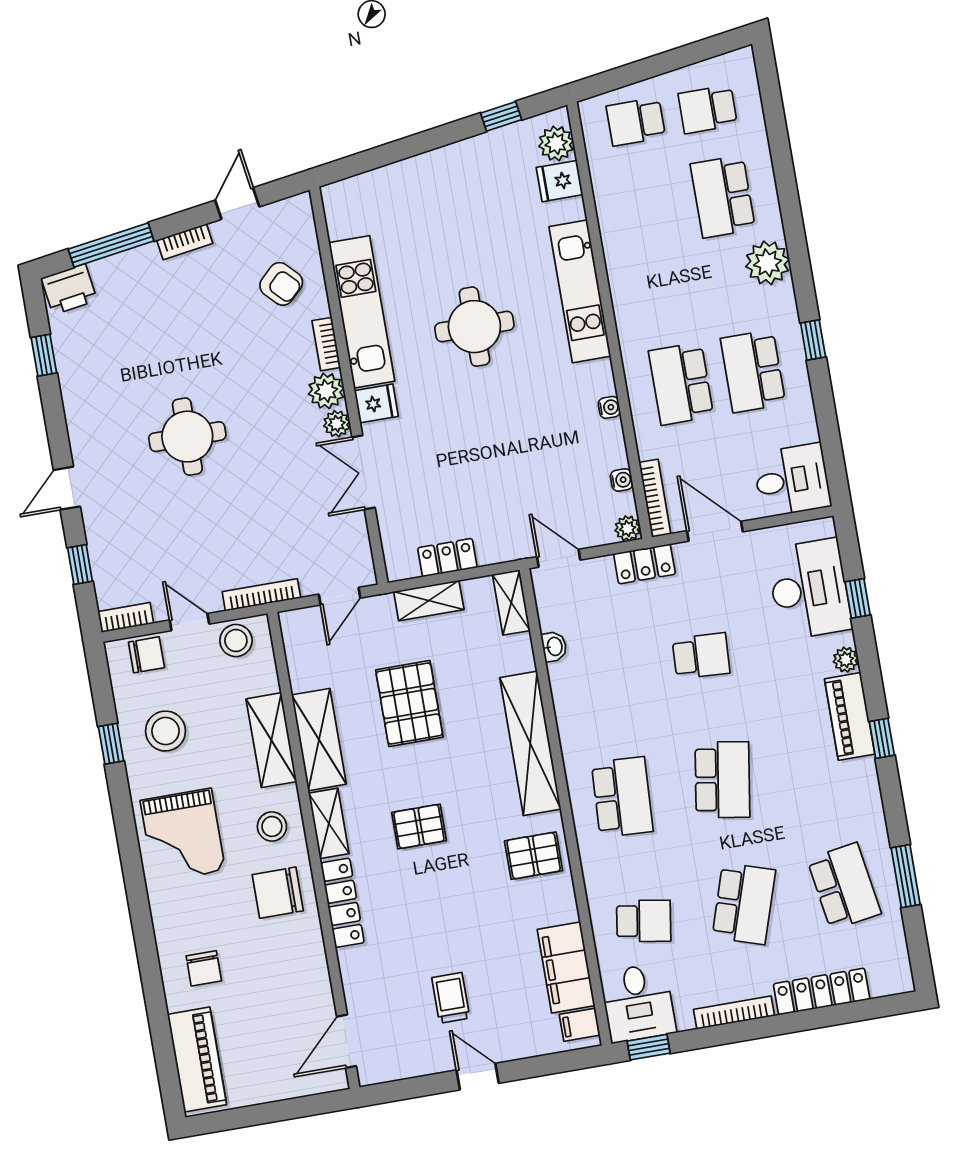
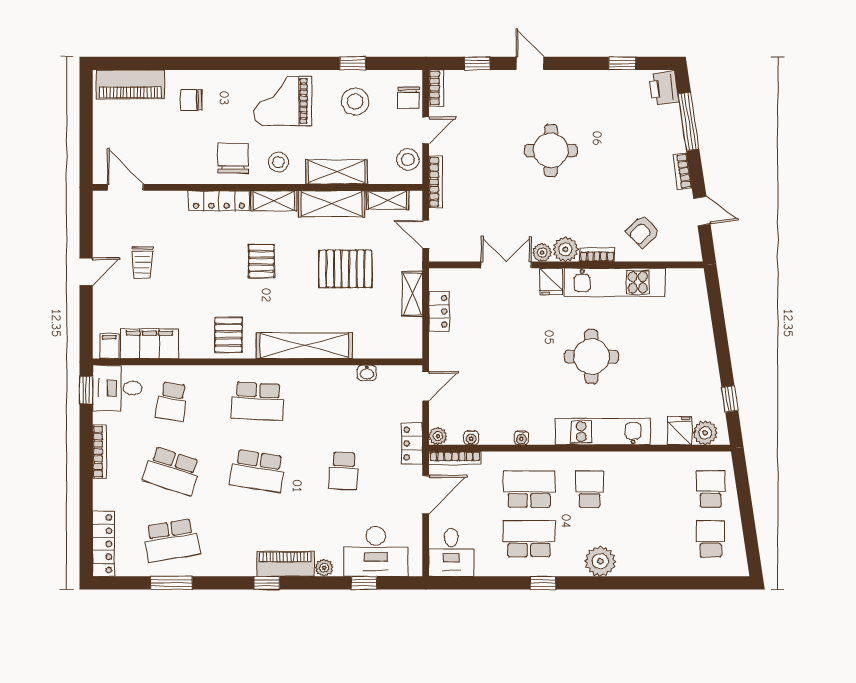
school desk: (723, 197) -> (590, 489), moved, width x0.54
shelving: (511, 603) -> (388, 200), moved
locker: (822, 992) -> (103, 544), moved
trolley: (451, 998) -> (142, 263), turned 90

